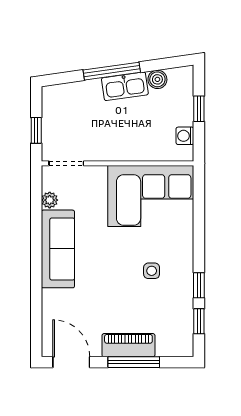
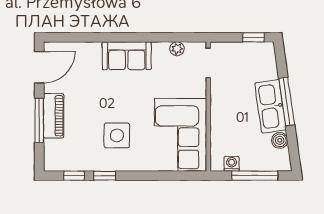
kitchen sink: (125, 86) -> (270, 106), width x1.36, depth x1.24
window: (199, 109) -> (255, 176), width x2.17
window: (36, 130) -> (253, 37), moved
sofa: (58, 249) -> (127, 56), width x0.73
side table: (152, 271) -> (117, 135), width x1.87, depth x1.87

